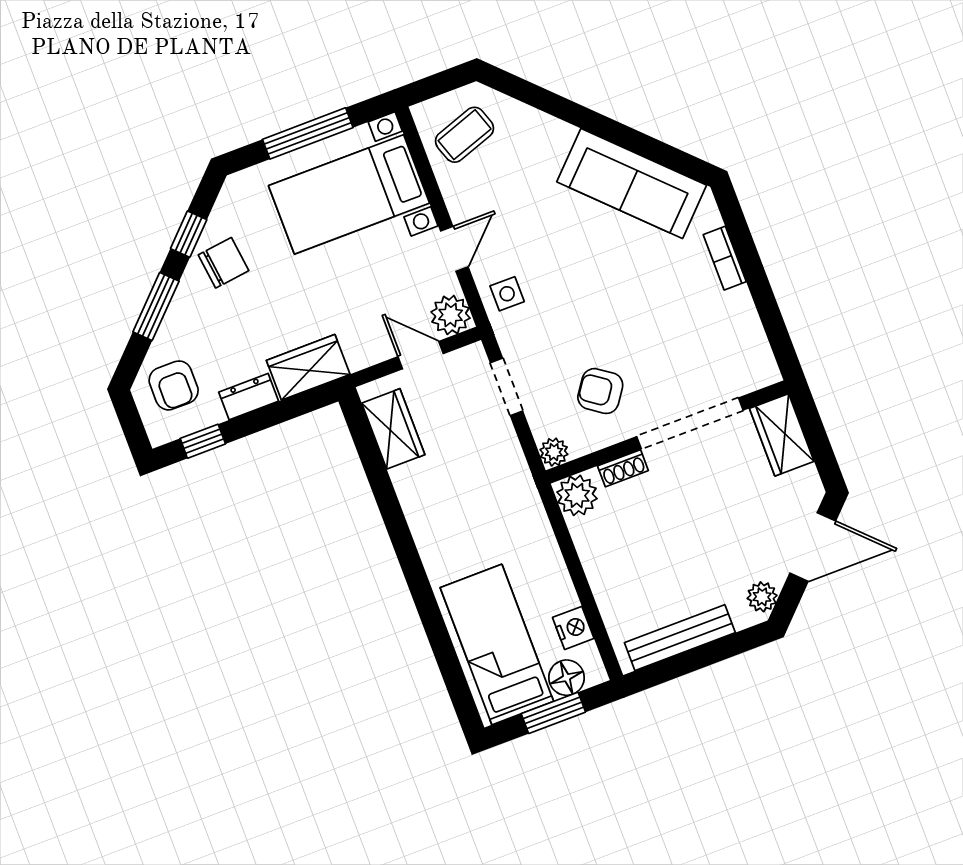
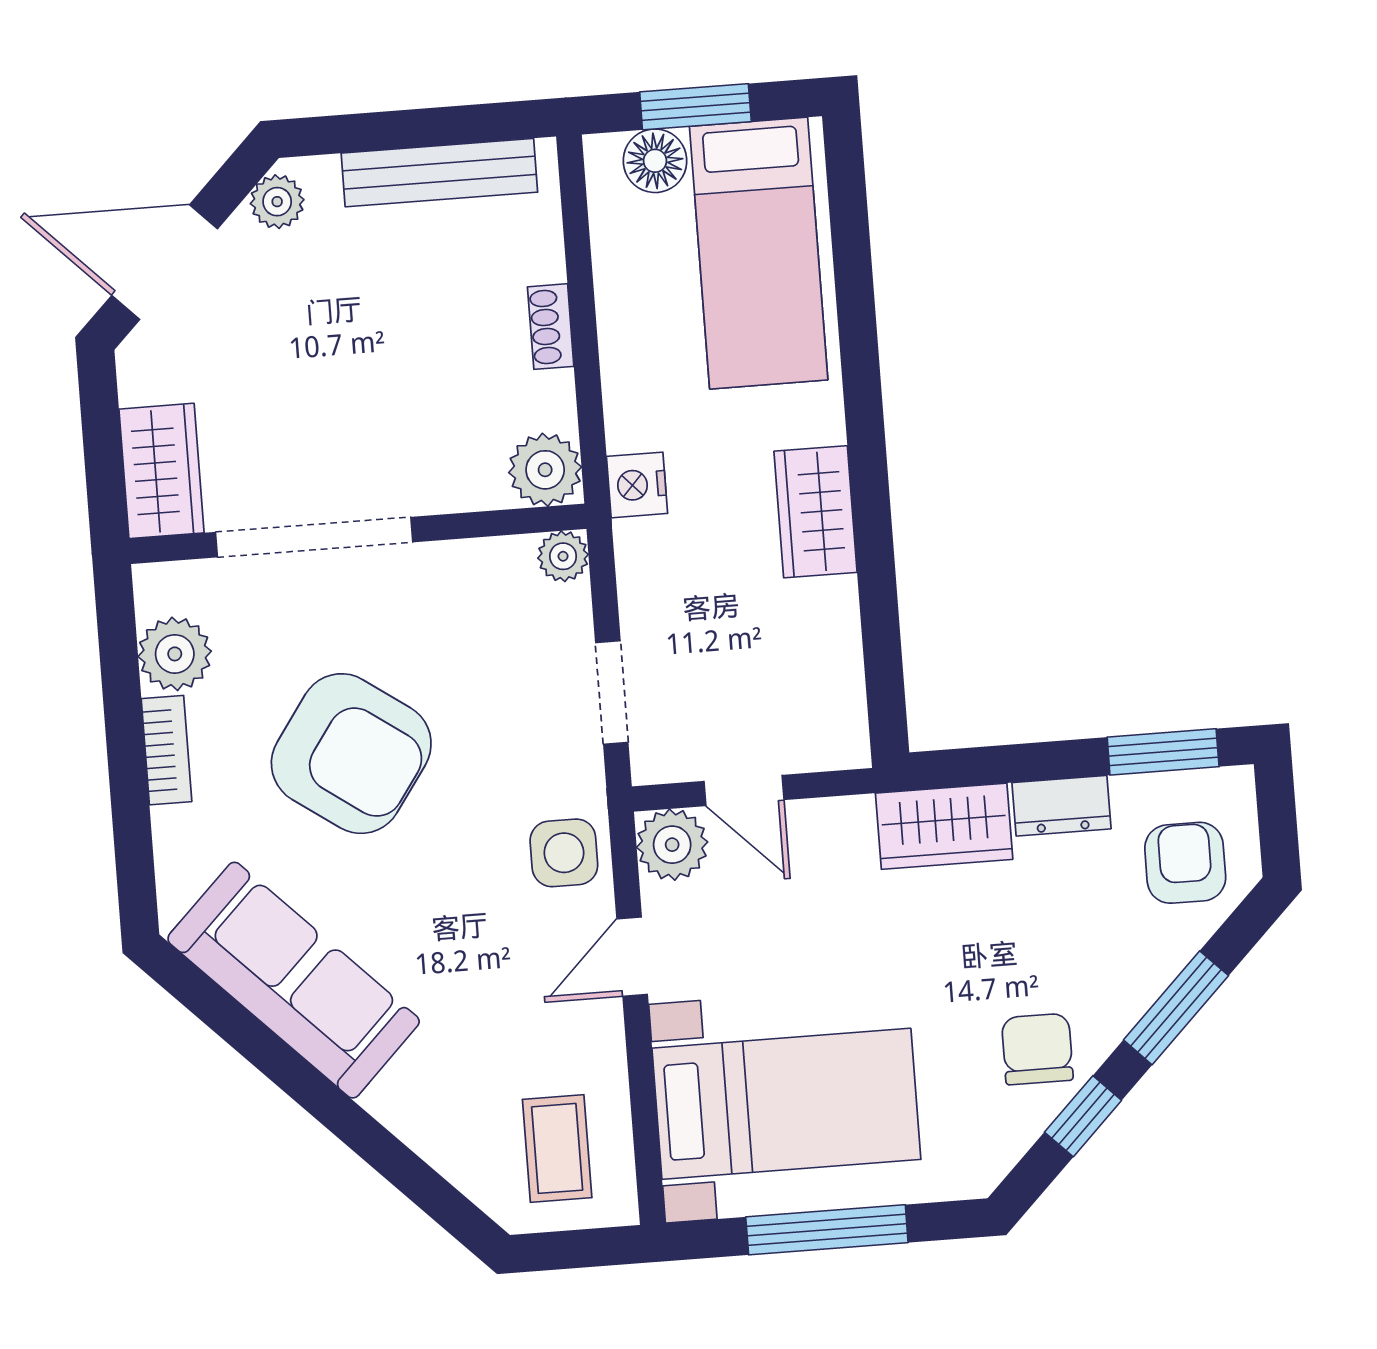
coffee table: (465, 135) -> (557, 1148), turned -71
bookcase: (725, 258) -> (167, 750), moved
chair: (224, 263) -> (1037, 1049), turned 97
side table: (507, 294) -> (564, 853), width x1.37, depth x1.37
plant: (746, 339) -> (175, 654), added
armchair: (600, 391) -> (351, 754), moved, width x1.88, depth x1.88
wardrobe: (393, 429) -> (816, 512), moved
window: (203, 441) -> (1163, 752), width x1.50
shoe rack: (623, 468) -> (551, 327), moved, turned -90
nightstand: (573, 628) -> (637, 485), moved

